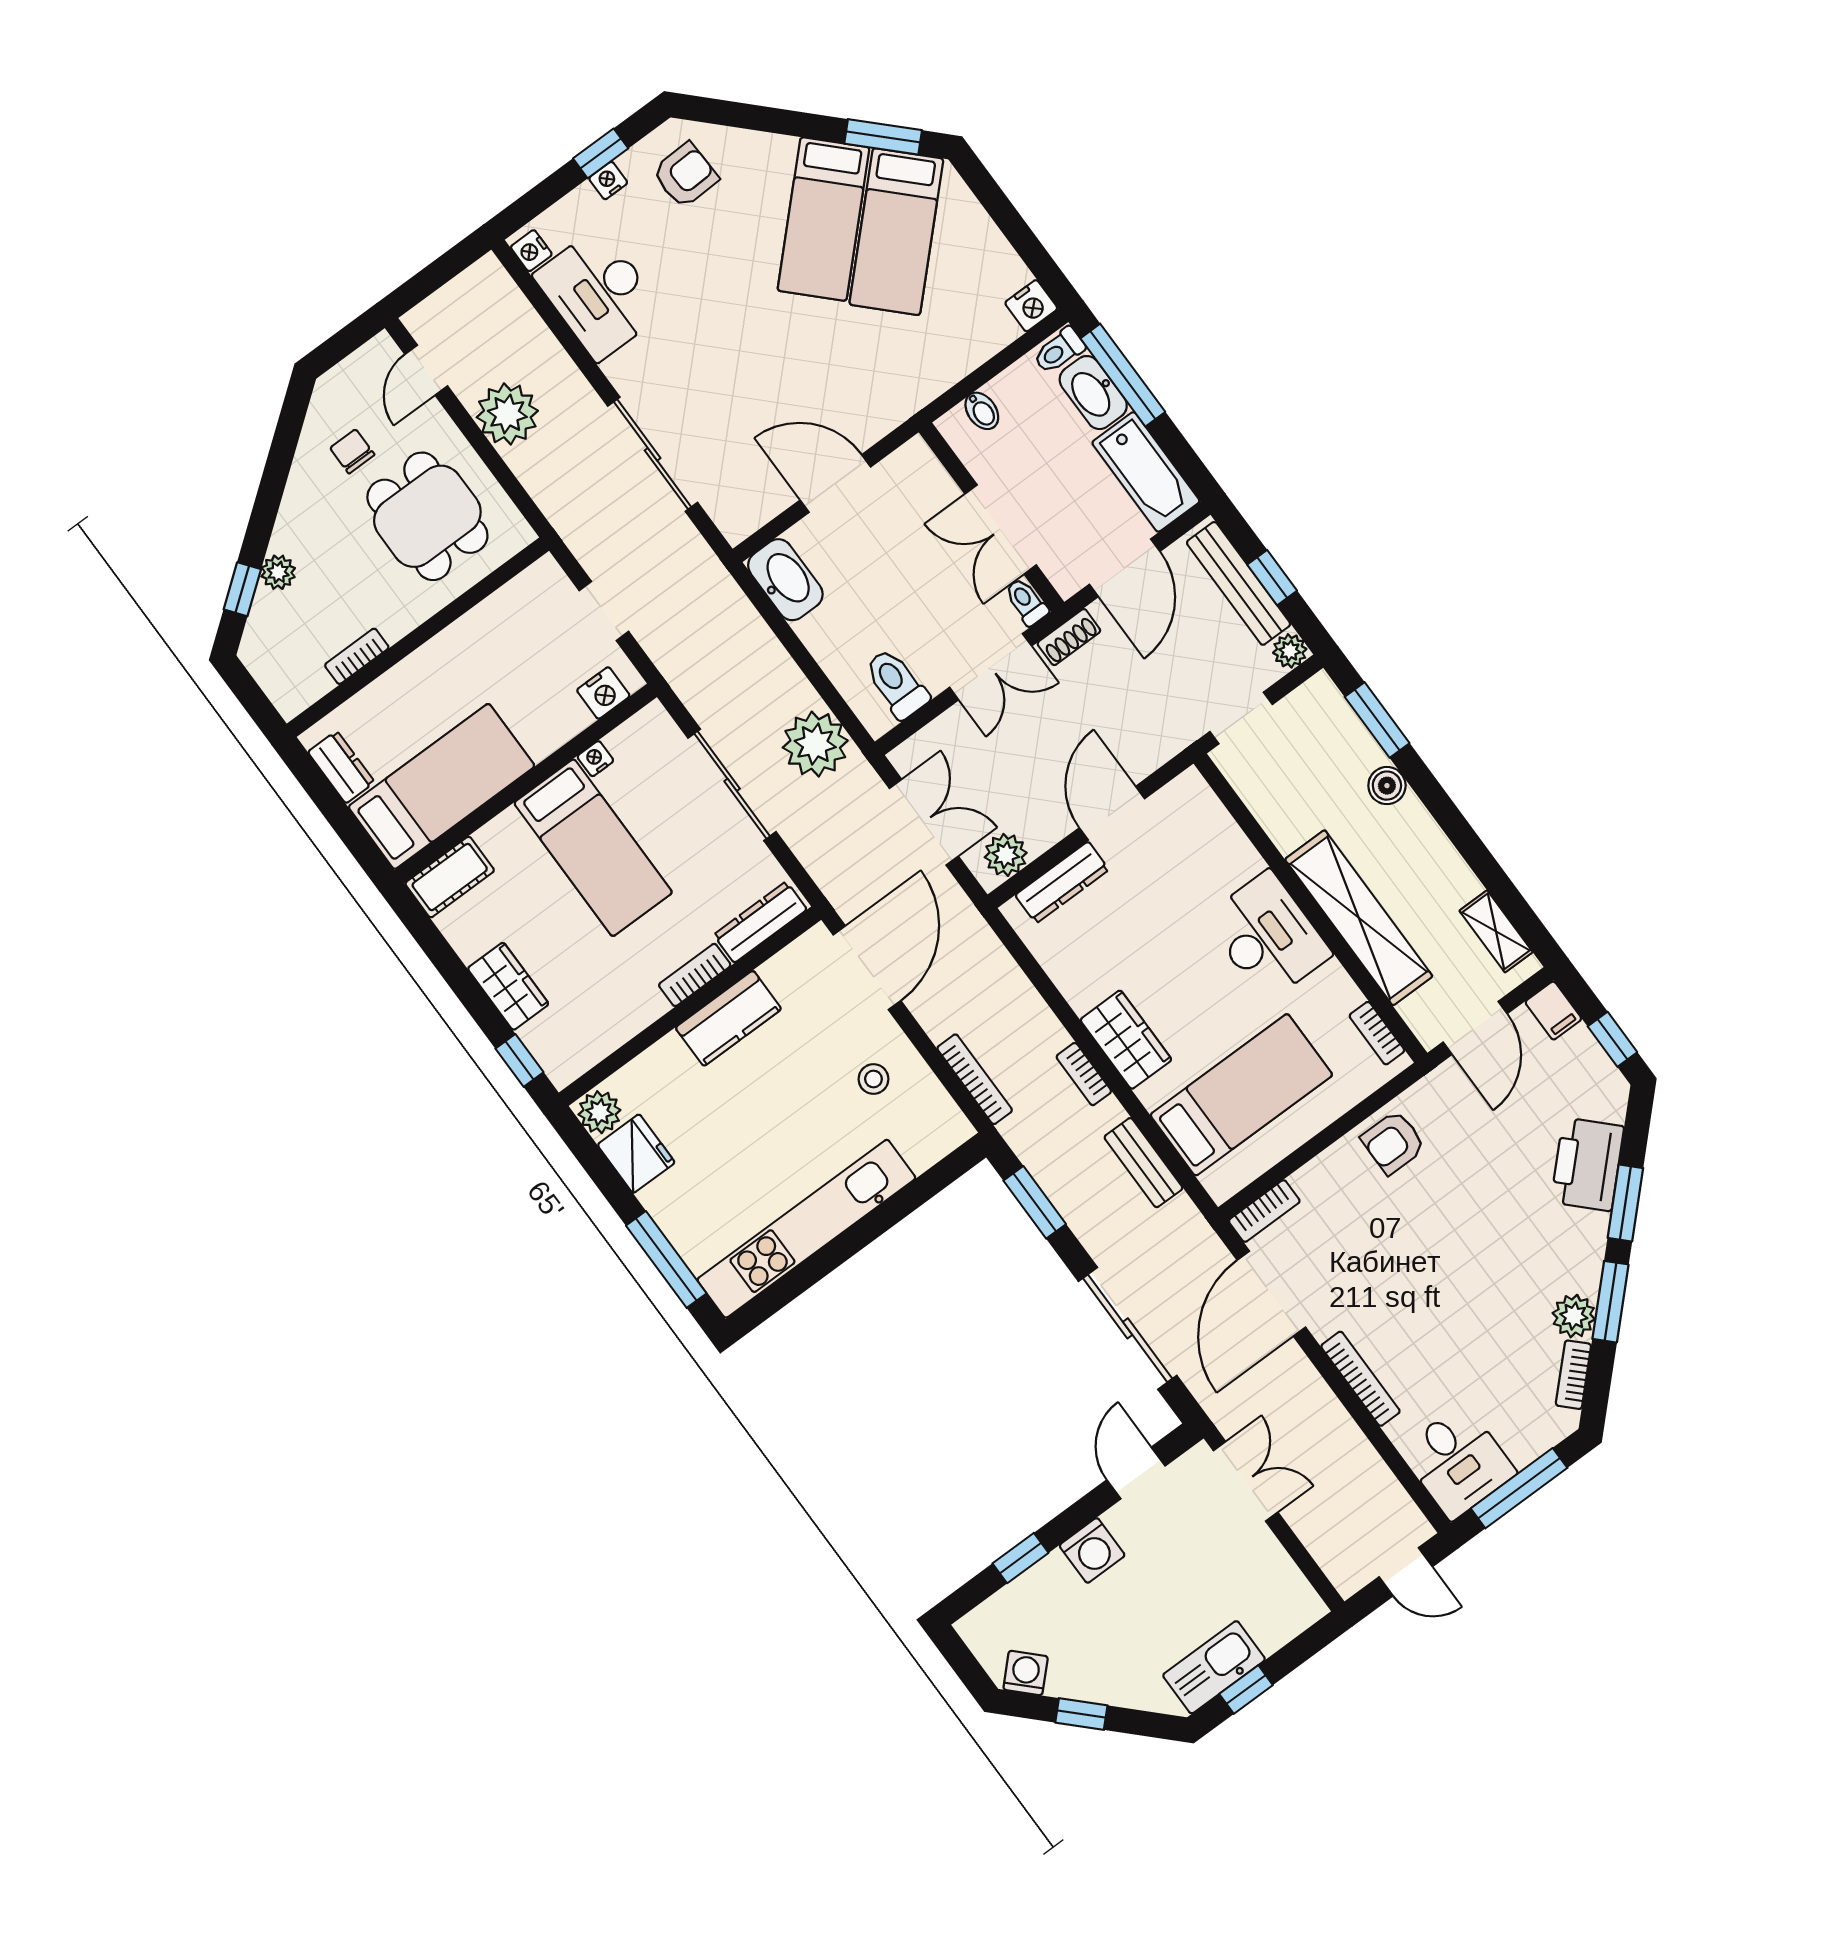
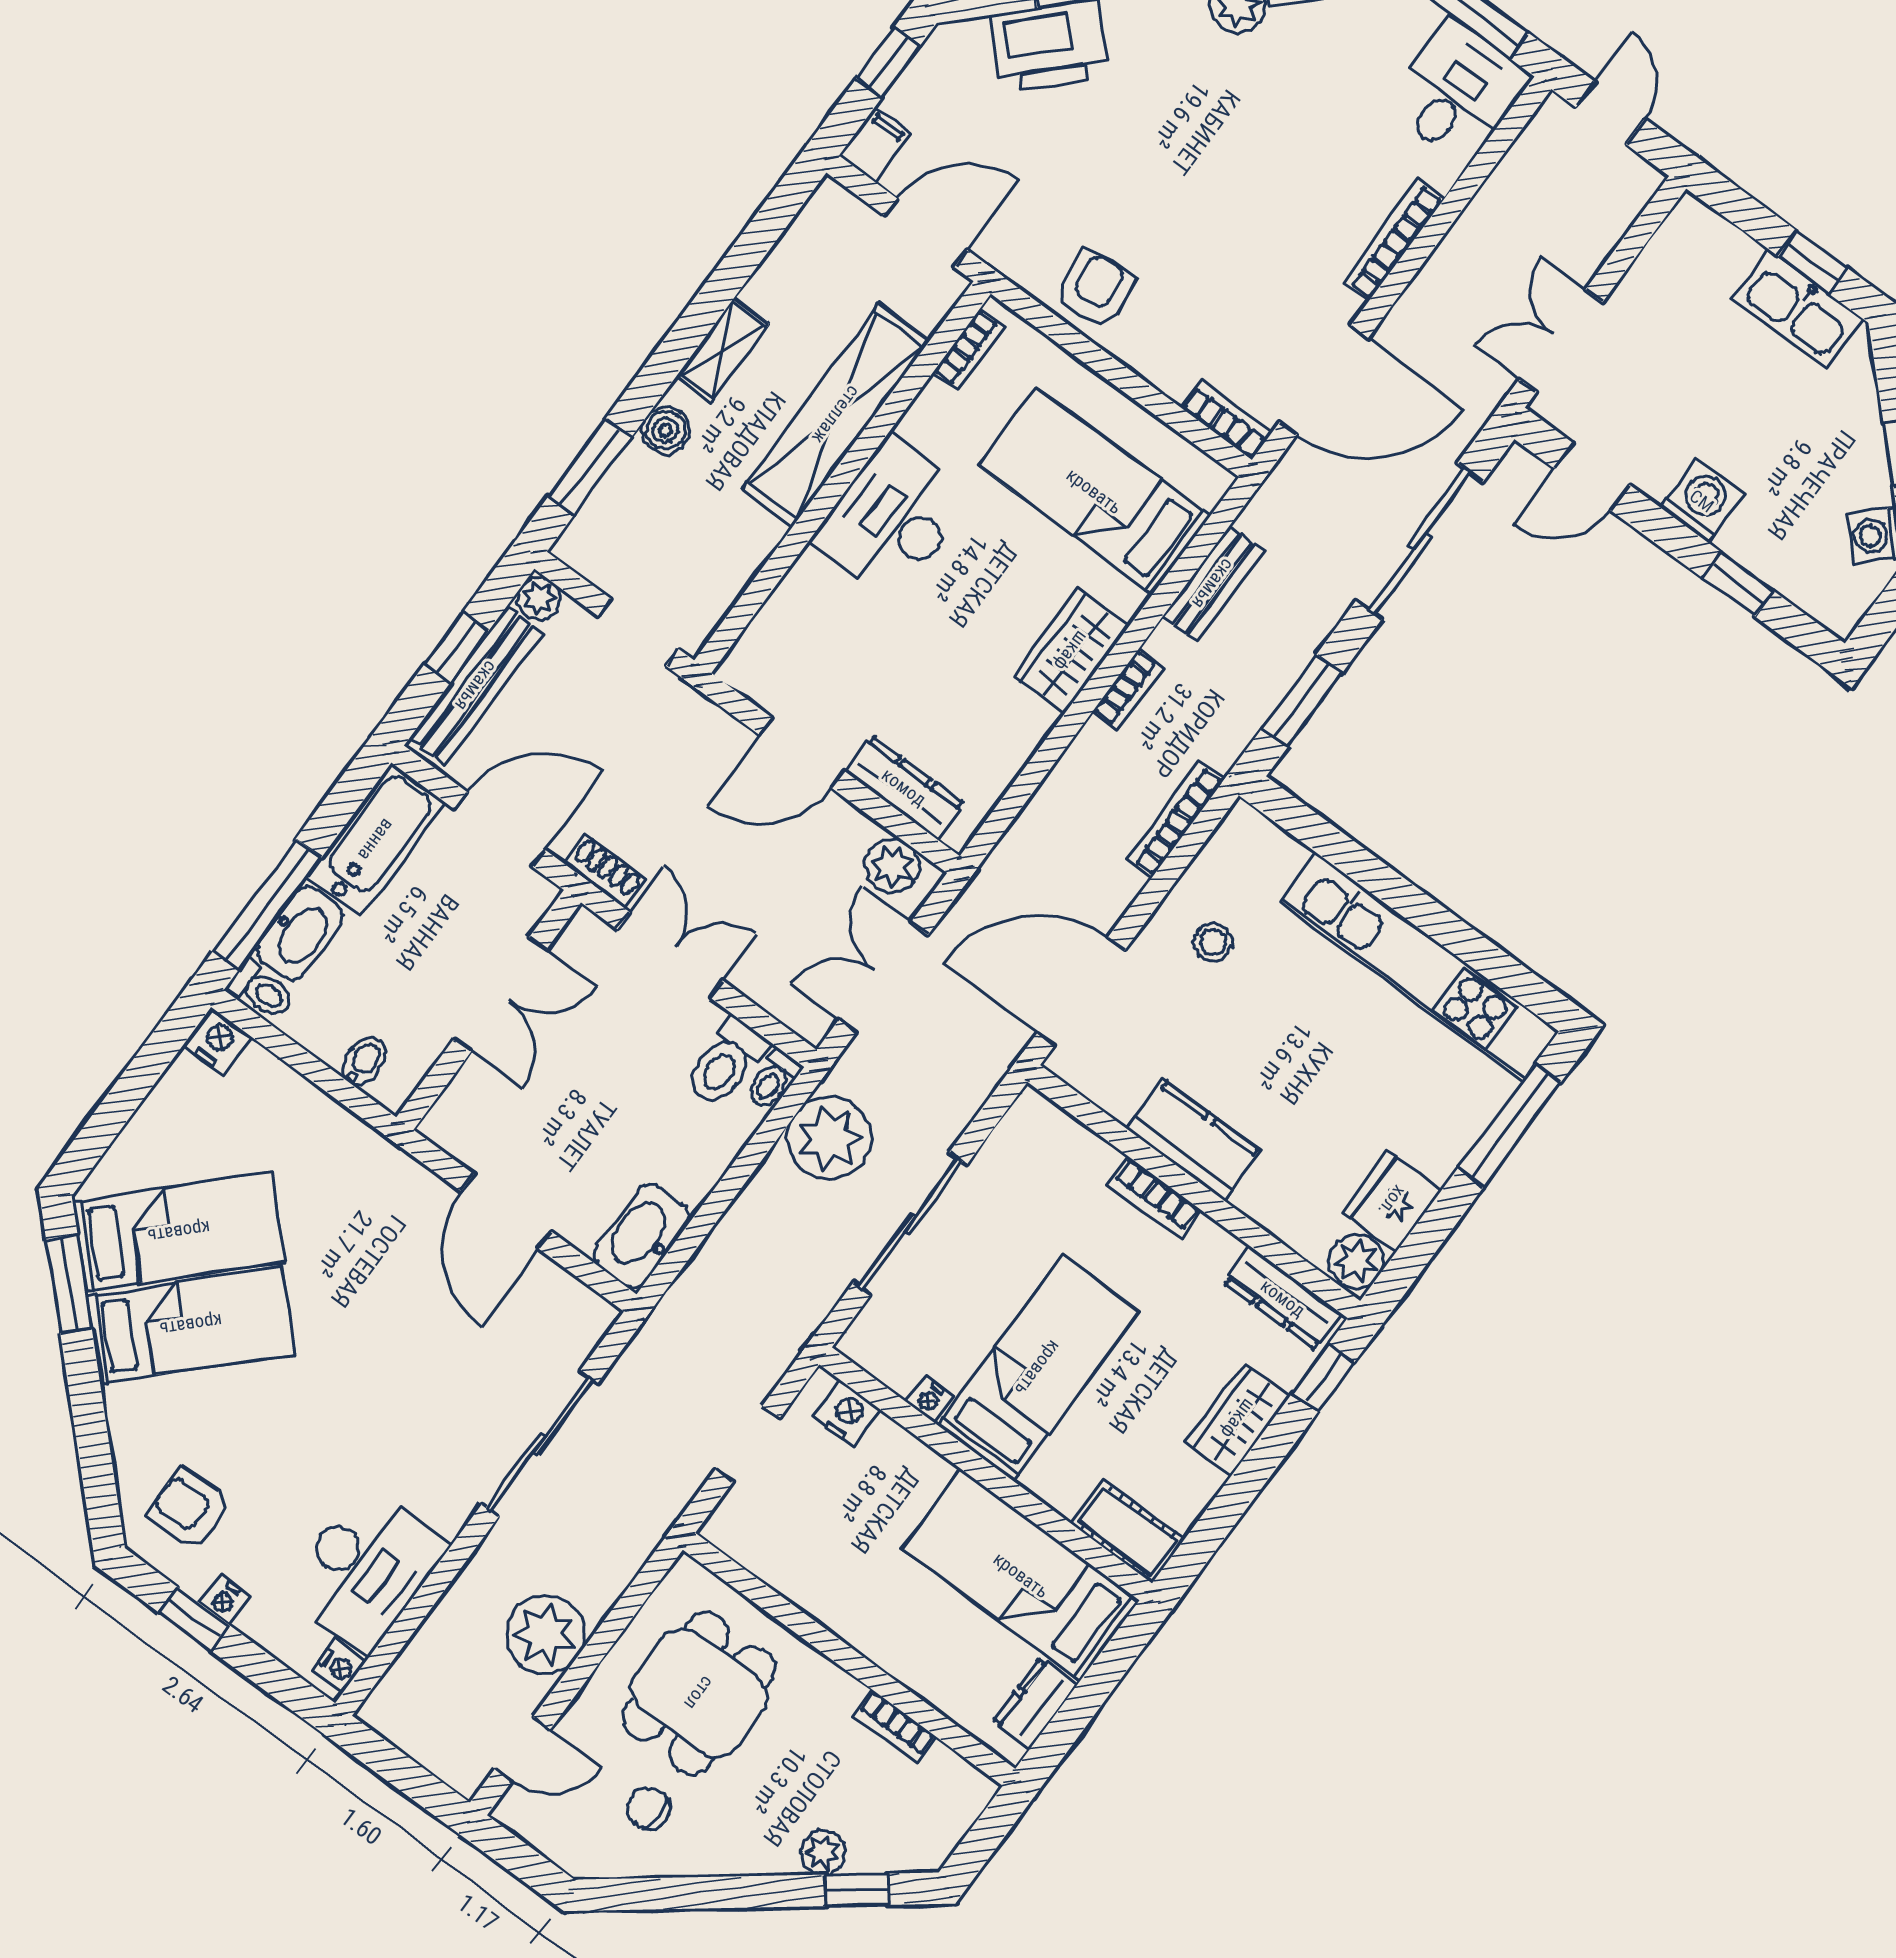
chair: (352, 451) -> (649, 1808), turned 90
toilet: (1026, 602) -> (773, 1080), moved
dresser: (760, 922) -> (1283, 1298), moved
shelving: (1496, 931) -> (723, 350), moved
armchair: (1393, 1142) -> (1095, 289), turned -97

